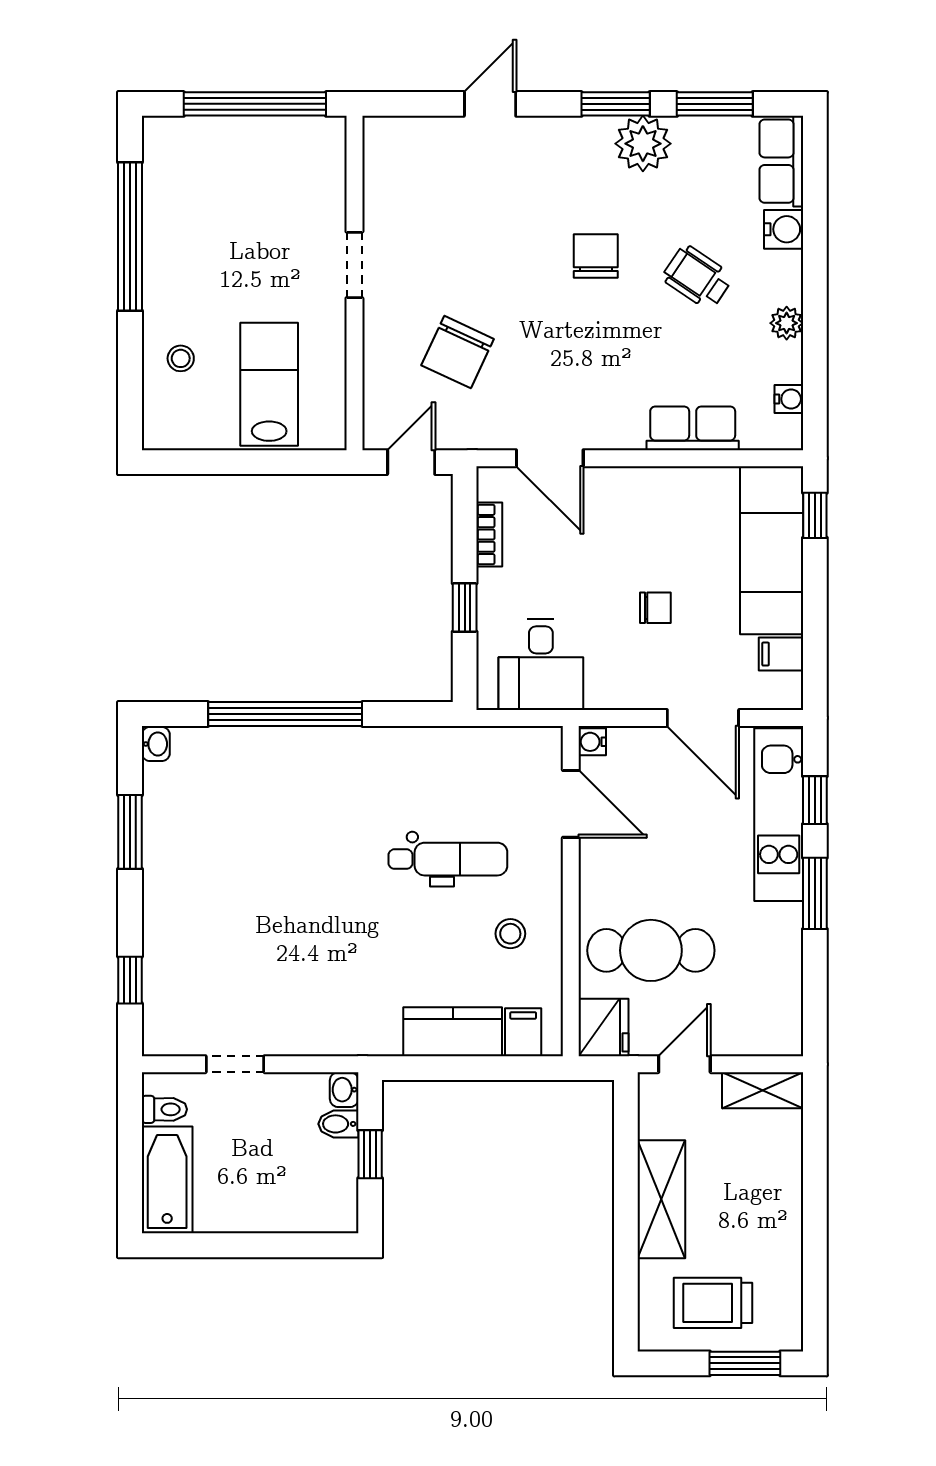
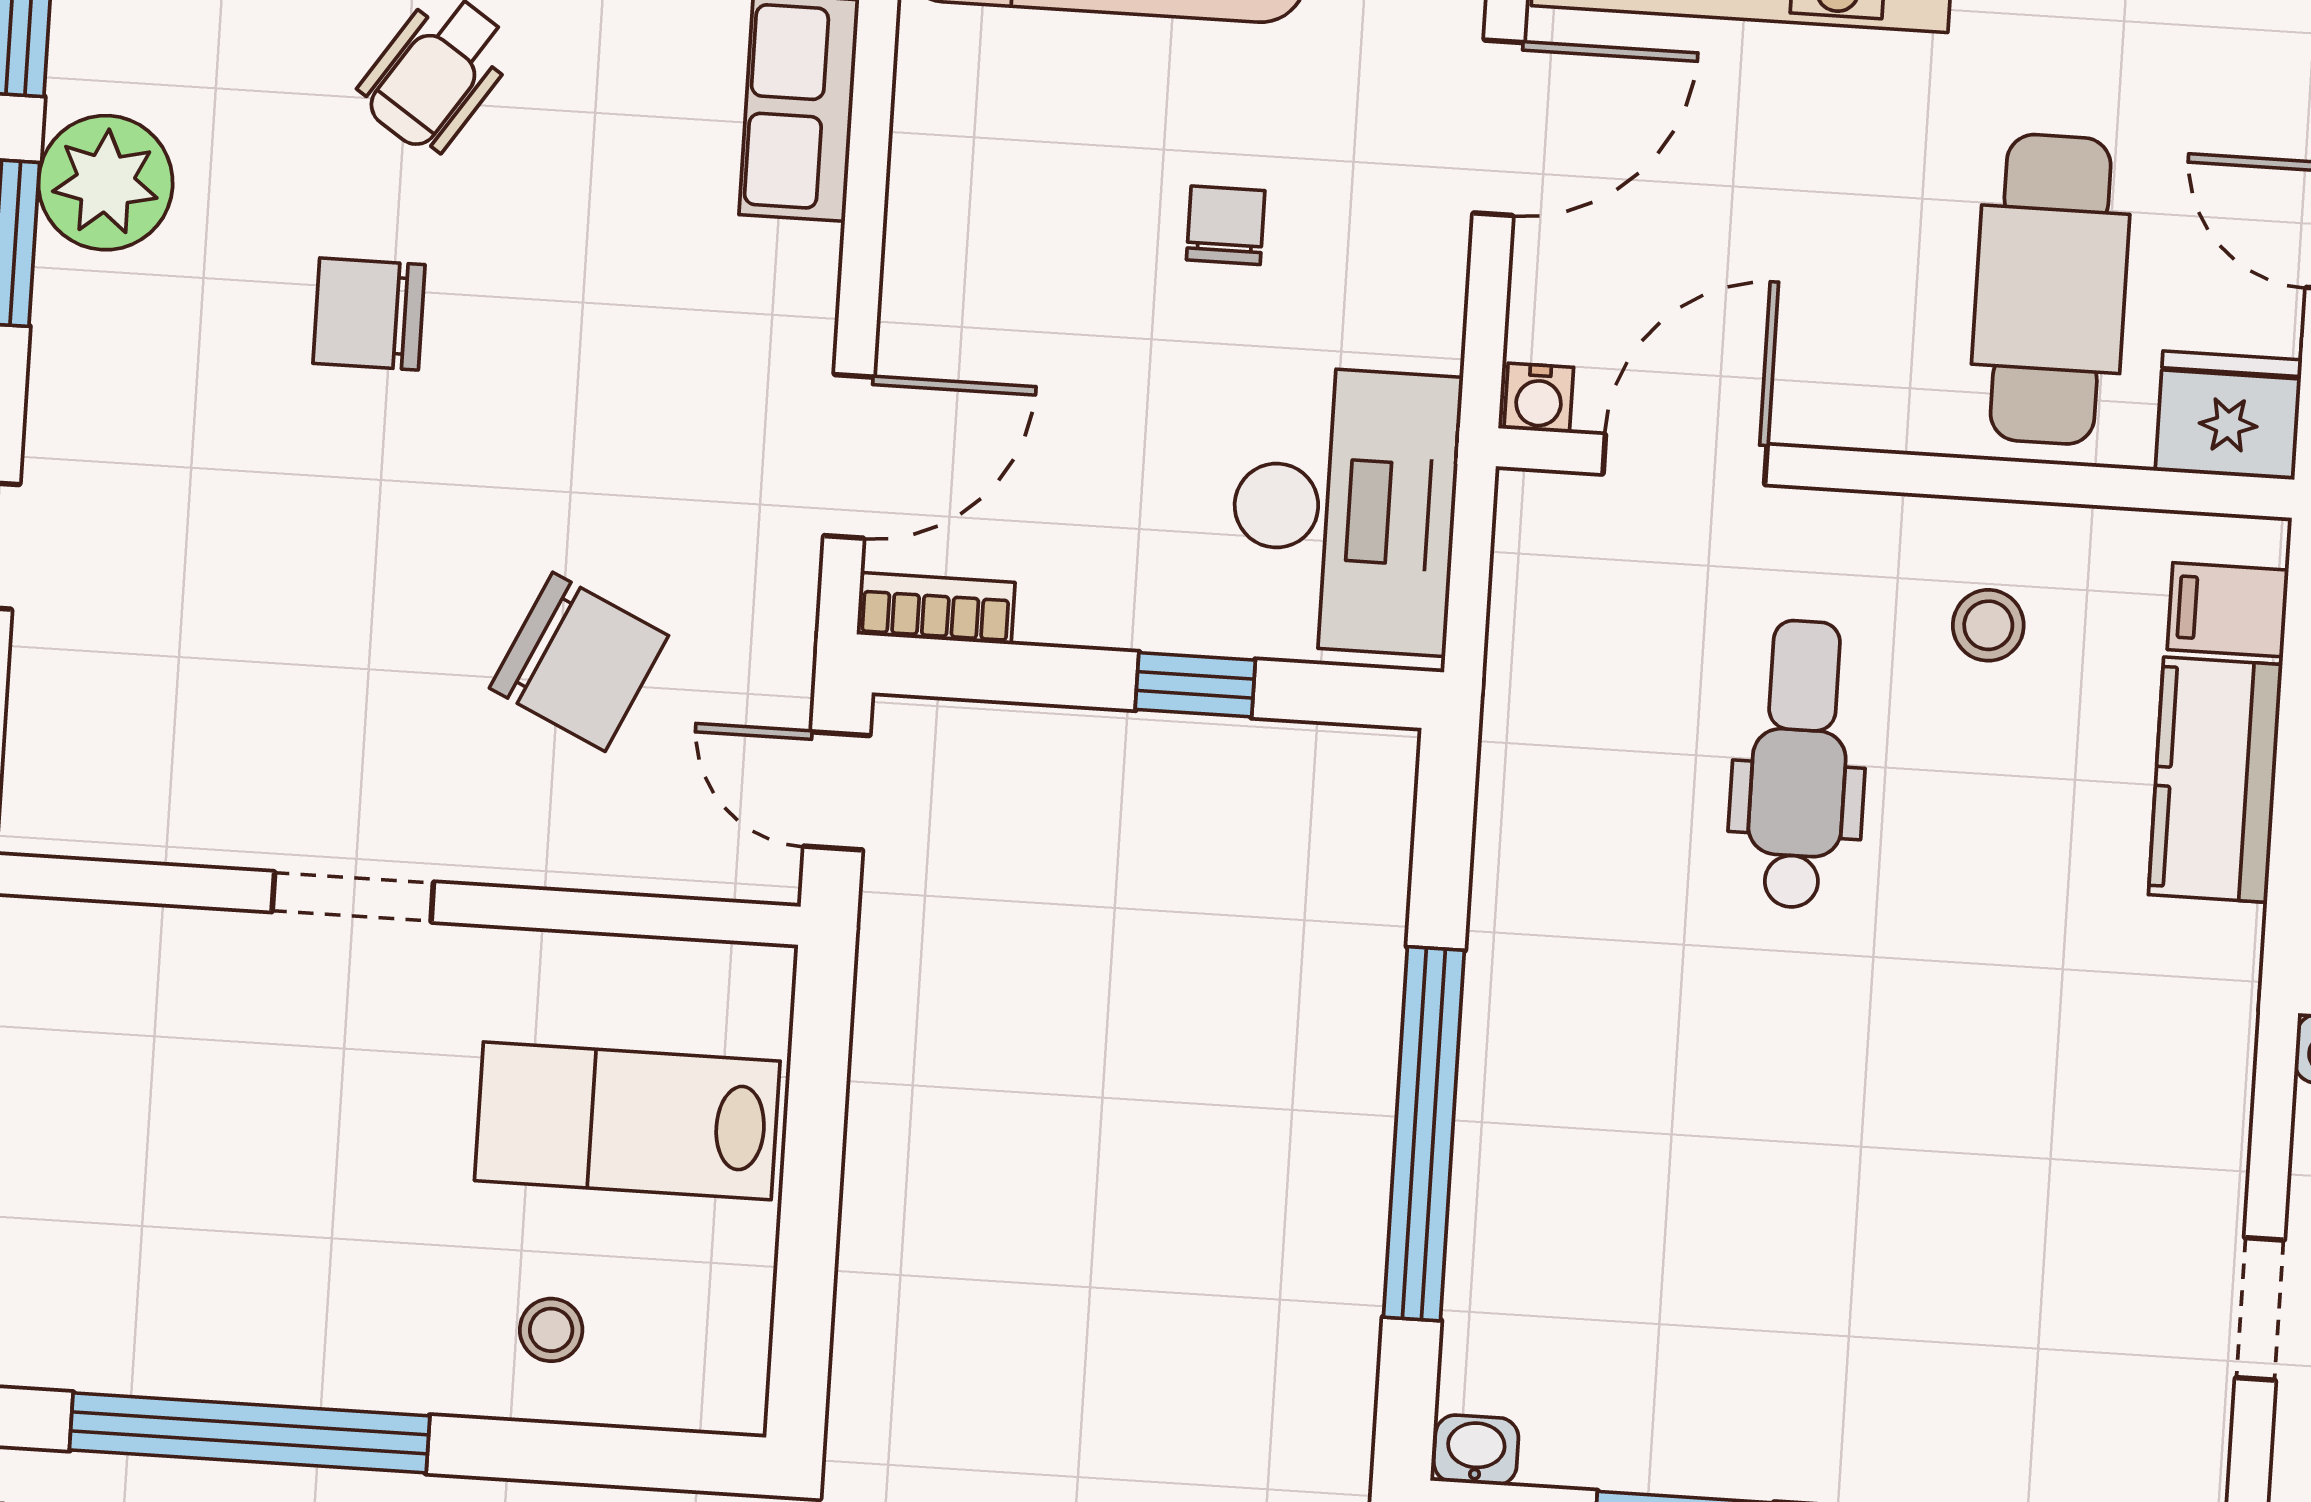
bookcase: (489, 534) -> (936, 608), moved
desk: (541, 664) -> (1345, 510), width x1.37

